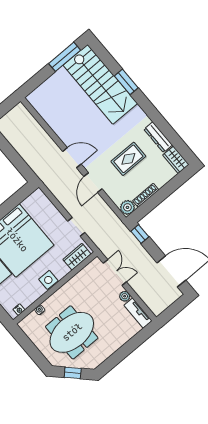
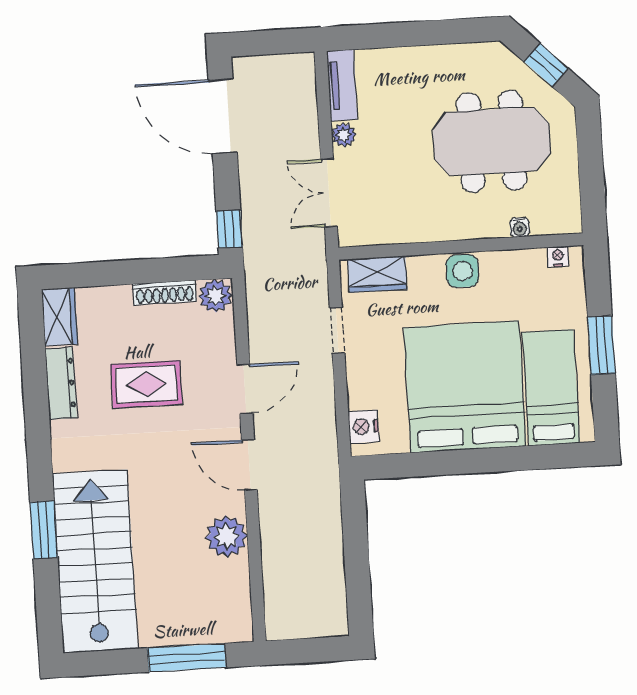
window: (65, 57) -> (187, 658), moved
plant: (61, 127) -> (227, 537), added
nightstand: (42, 200) -> (364, 427), added

